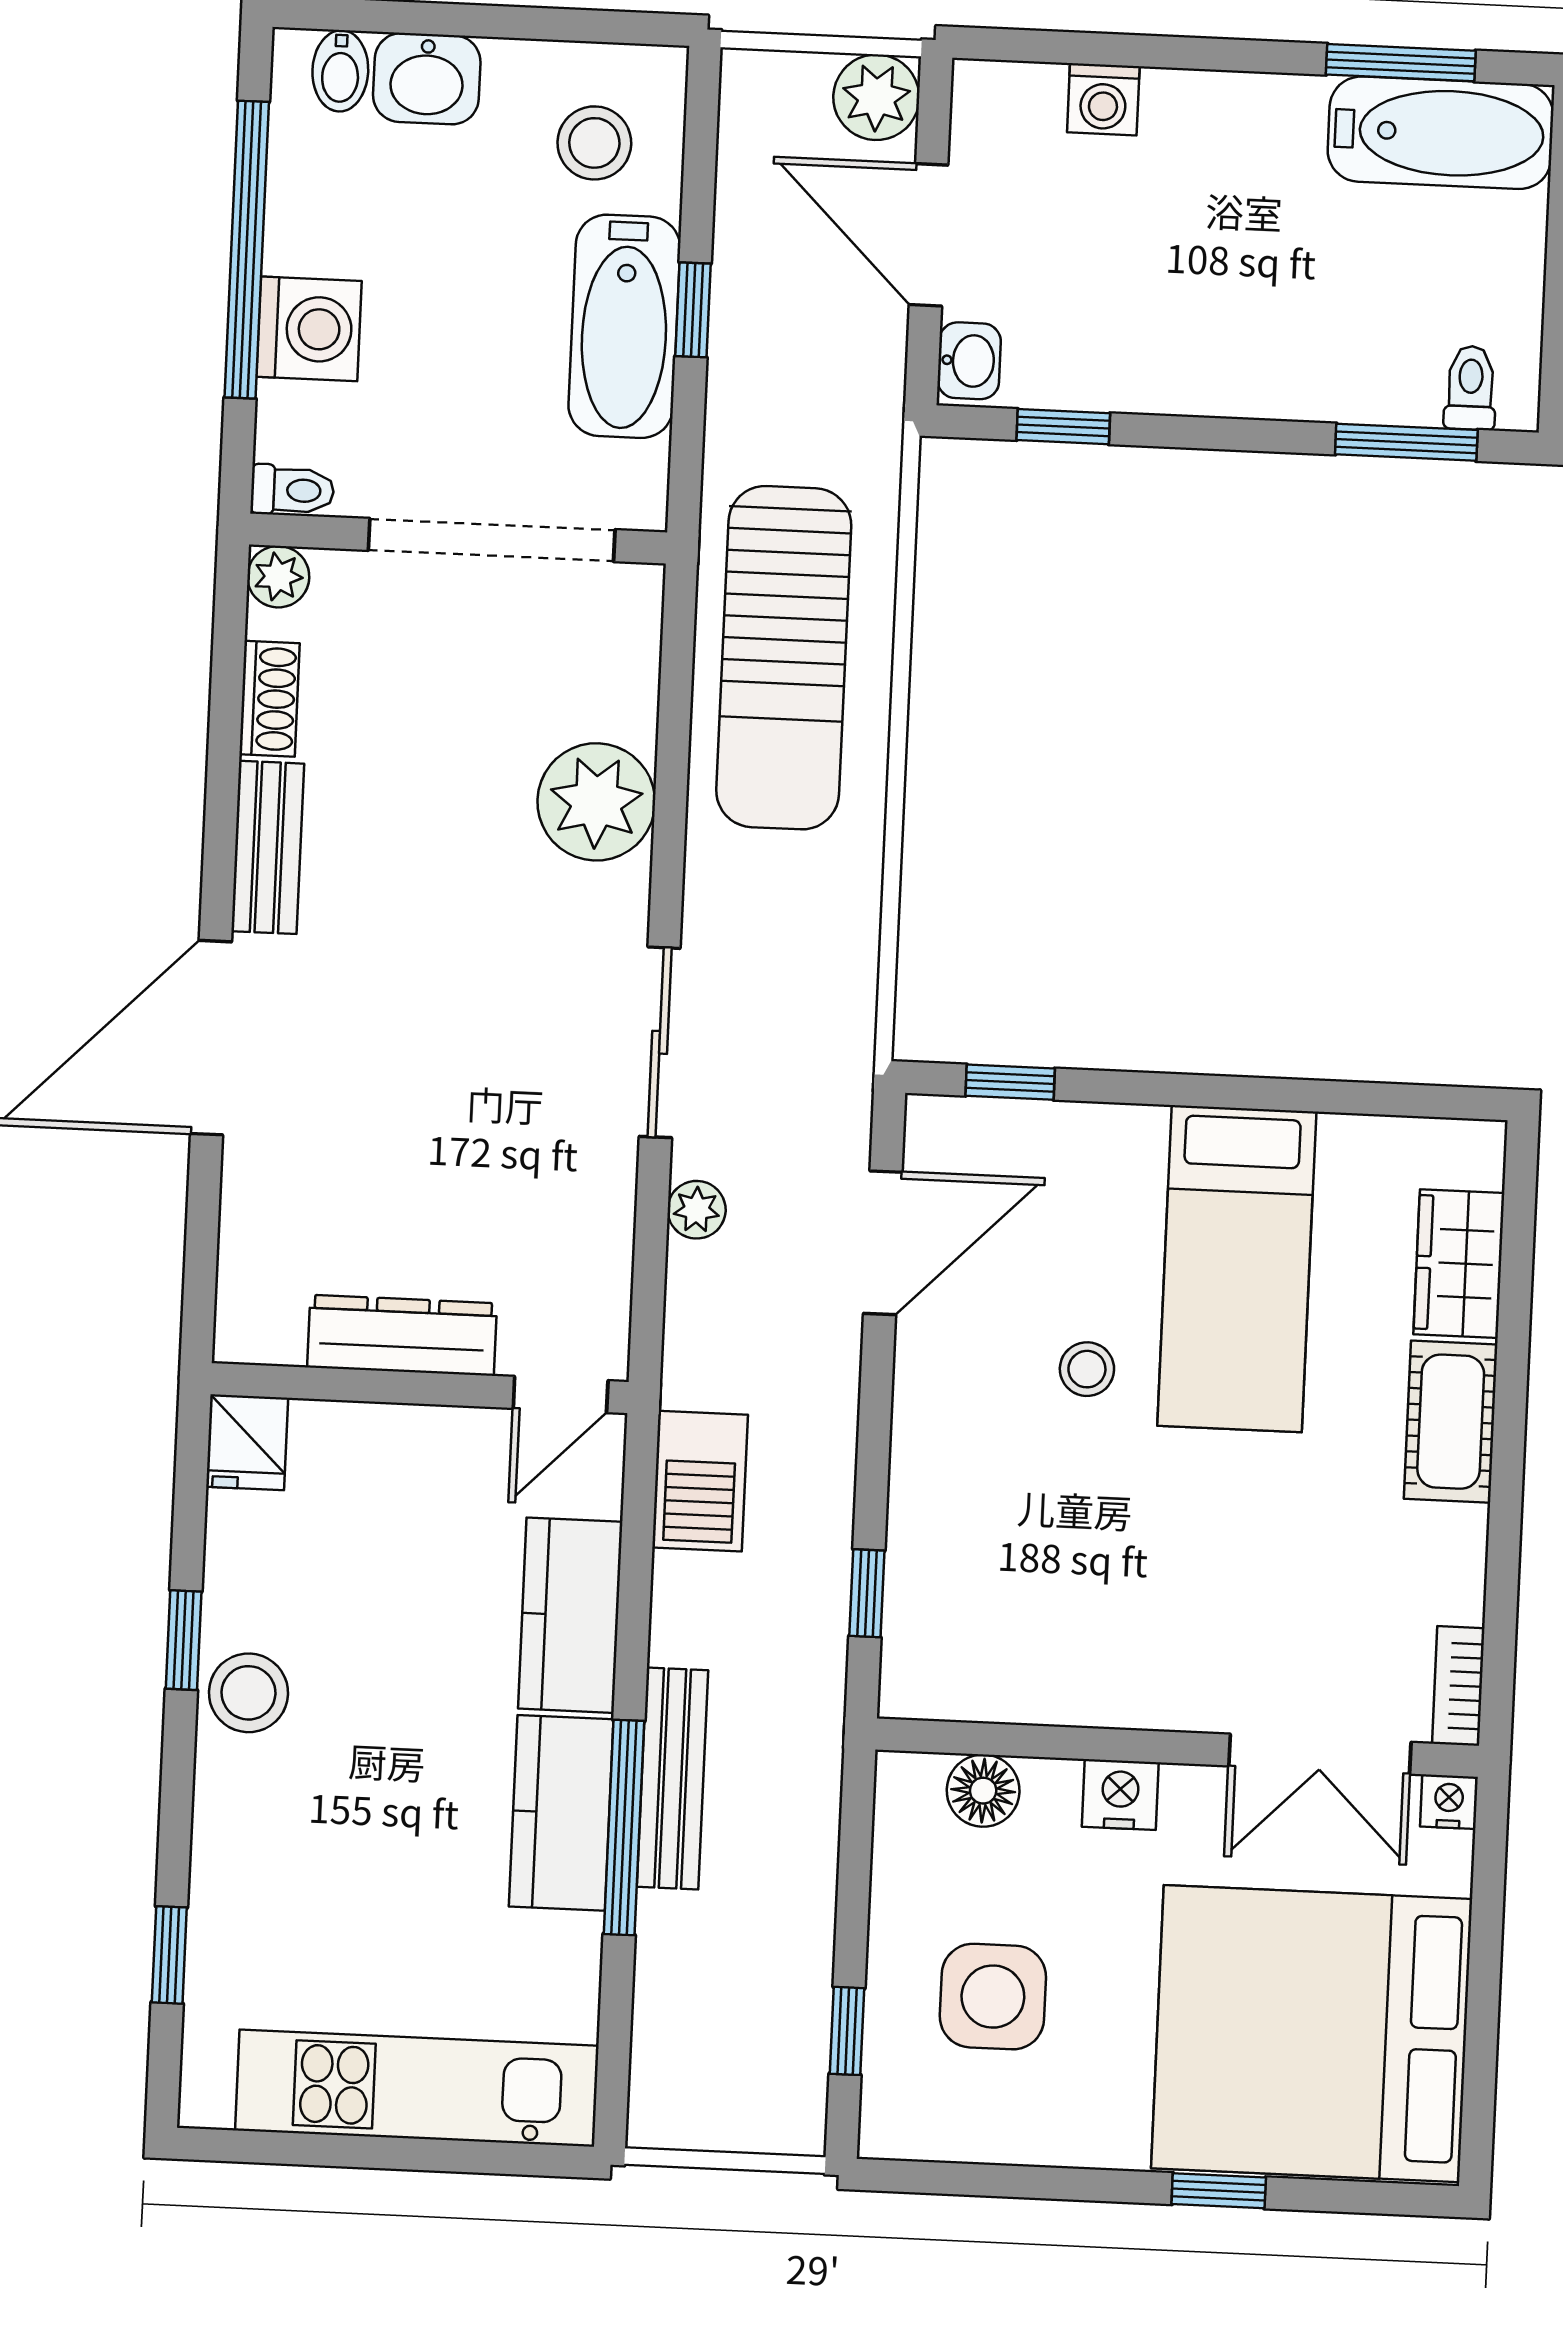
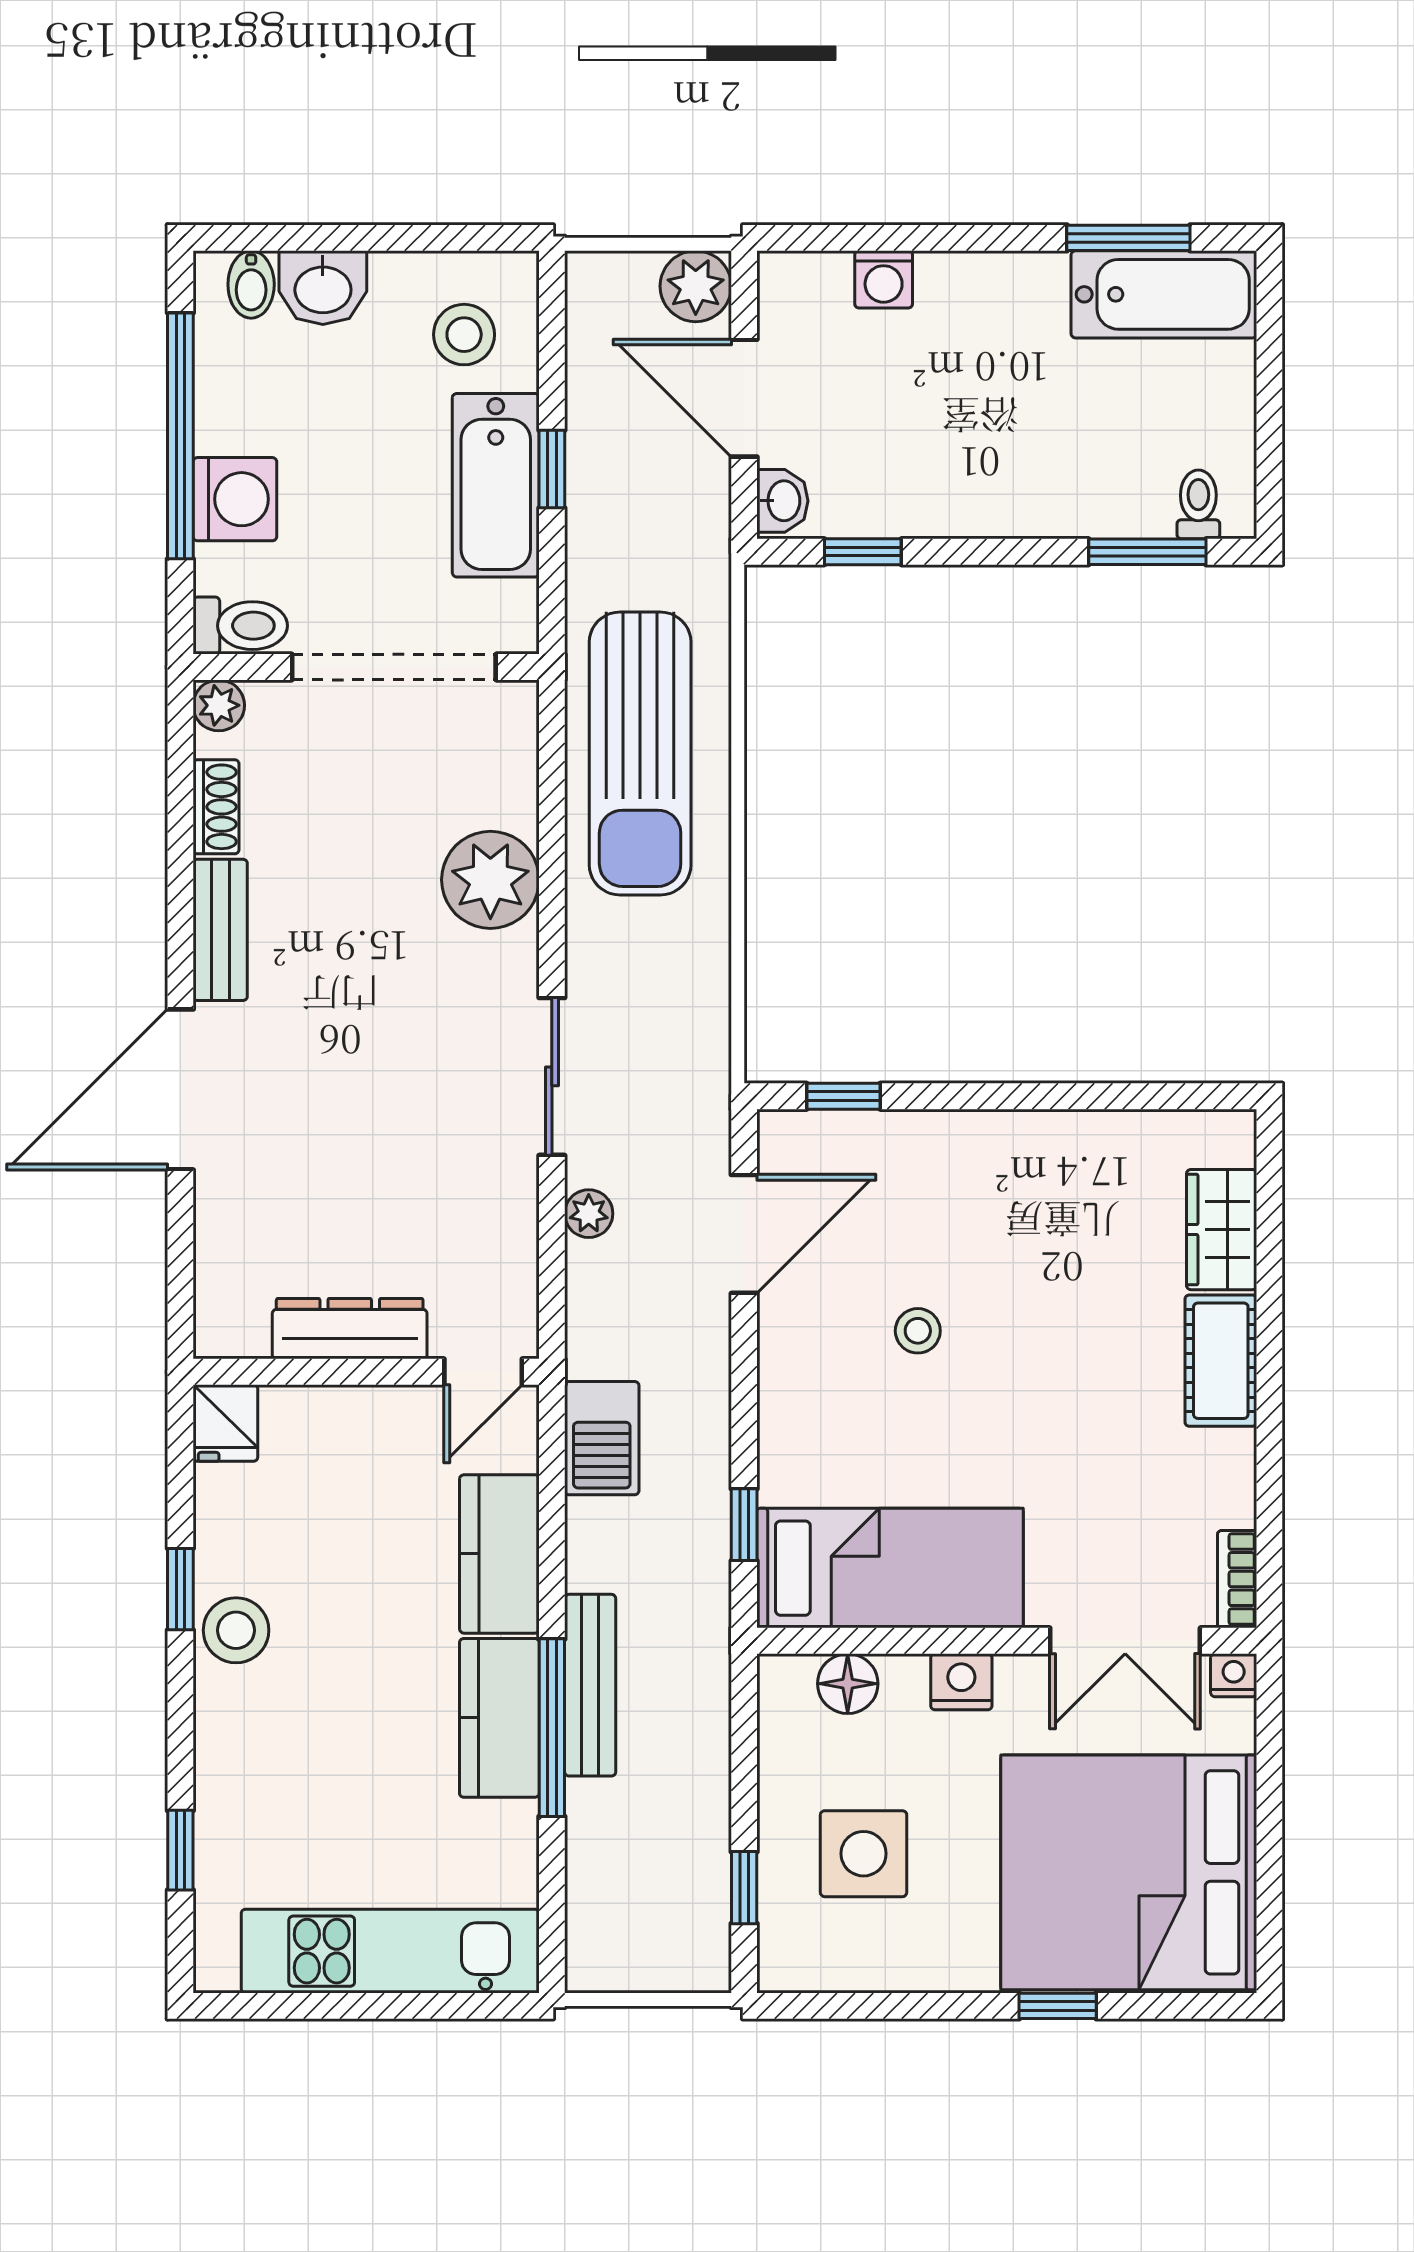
toilet: (292, 490) -> (240, 626), width x1.37, depth x1.39
bed: (1237, 1269) -> (890, 1568), moved, turned -90

